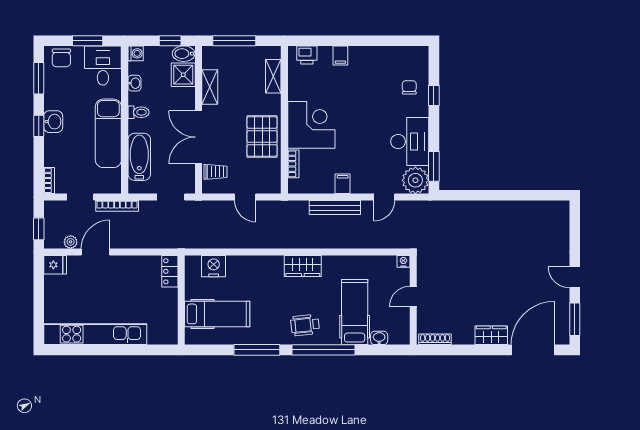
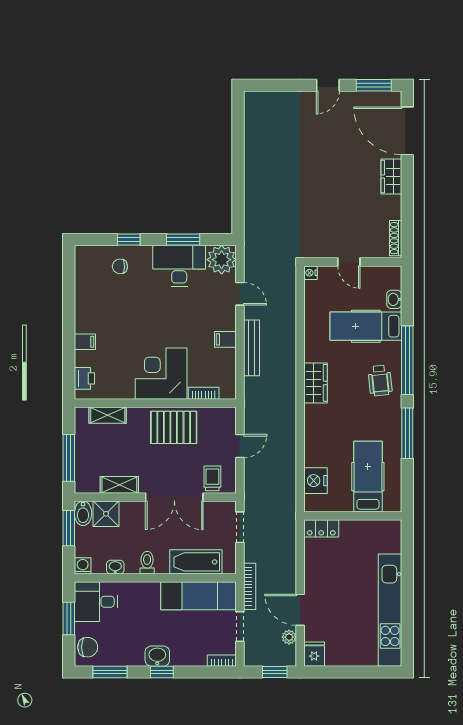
window: (170, 41) -> (69, 528), width x1.50
exam couch: (108, 133) -> (199, 596), moved
window: (434, 166) -> (183, 239), moved

